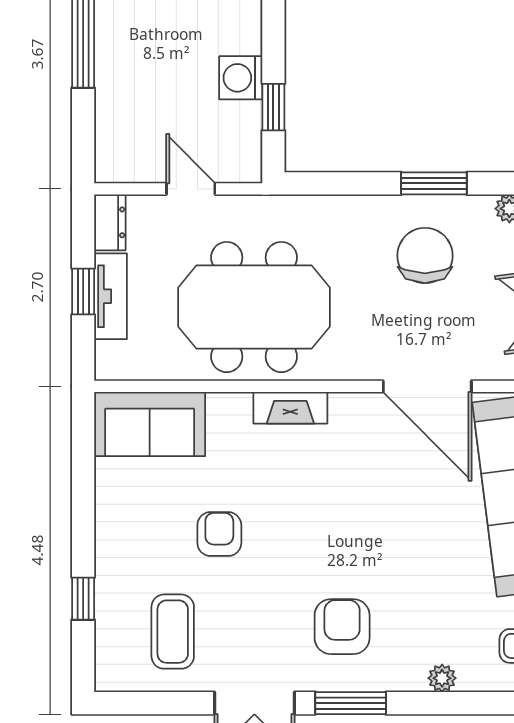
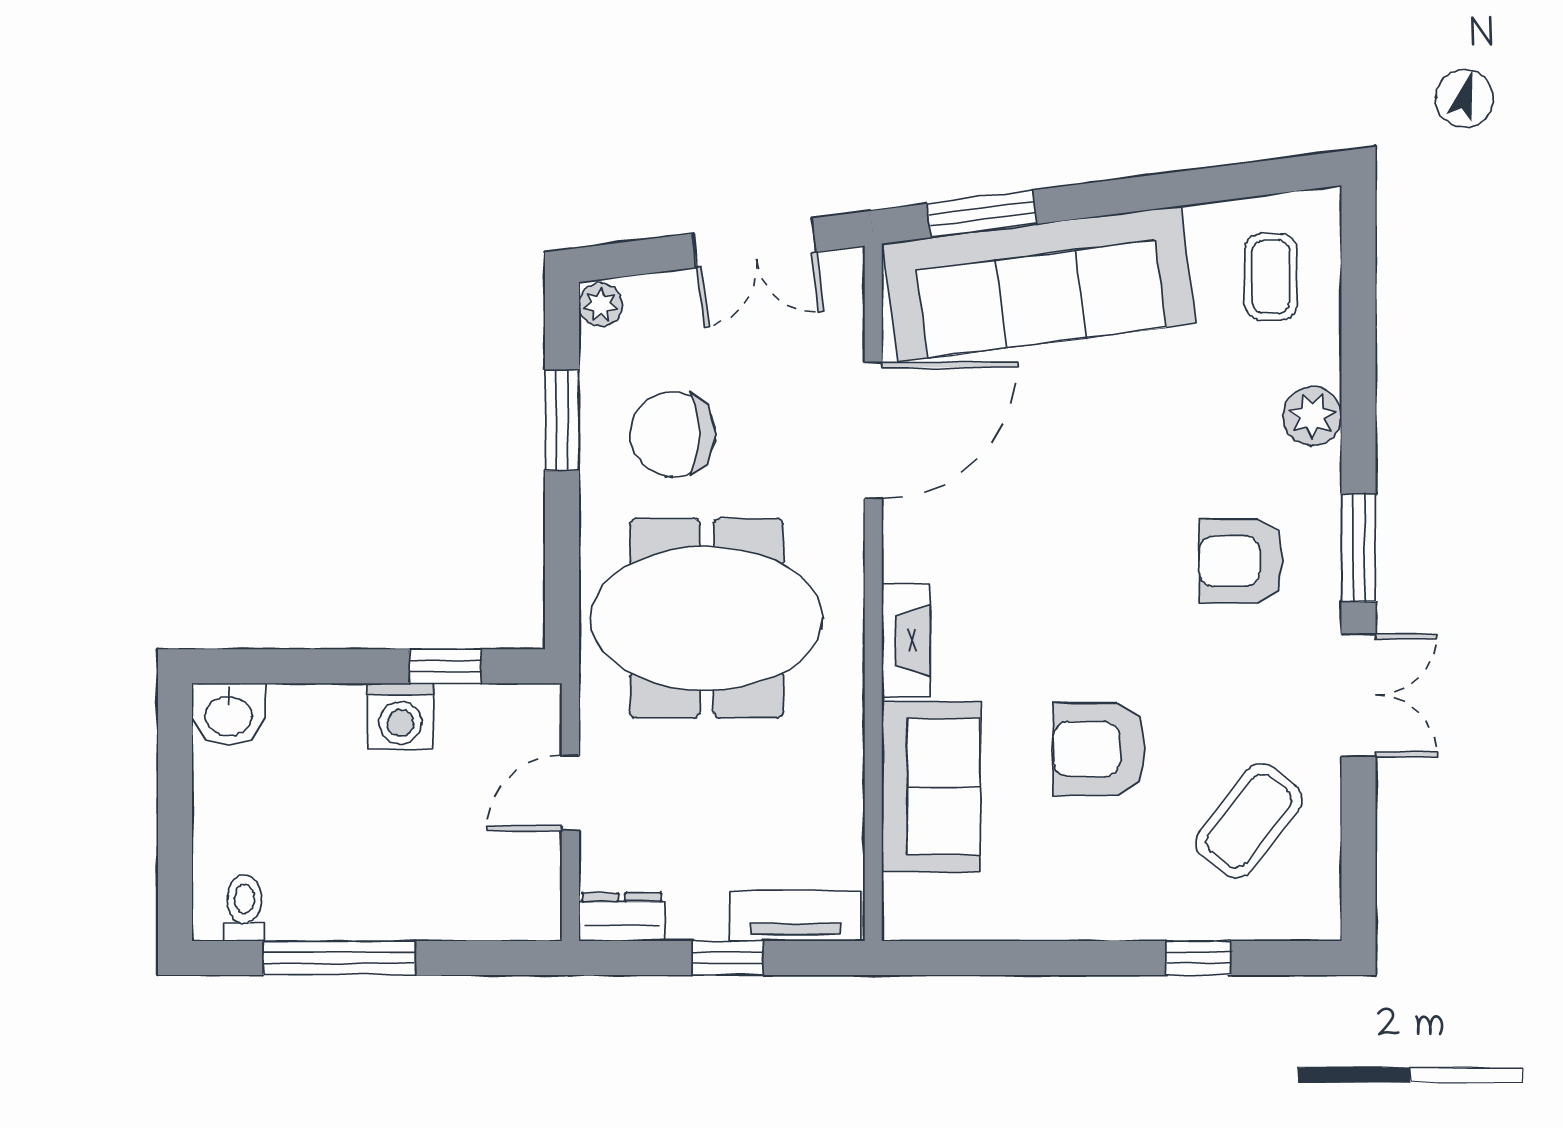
tv unit: (110, 296) -> (795, 916), moved
meeting table: (254, 307) -> (707, 618), moved, turned 90
sofa: (150, 424) -> (931, 787), moved
armchair: (219, 534) -> (1099, 749), width x1.38, depth x1.38
coffee table: (173, 632) -> (1249, 821), turned -52
plant: (442, 678) -> (1312, 416), width x1.38, depth x1.38

